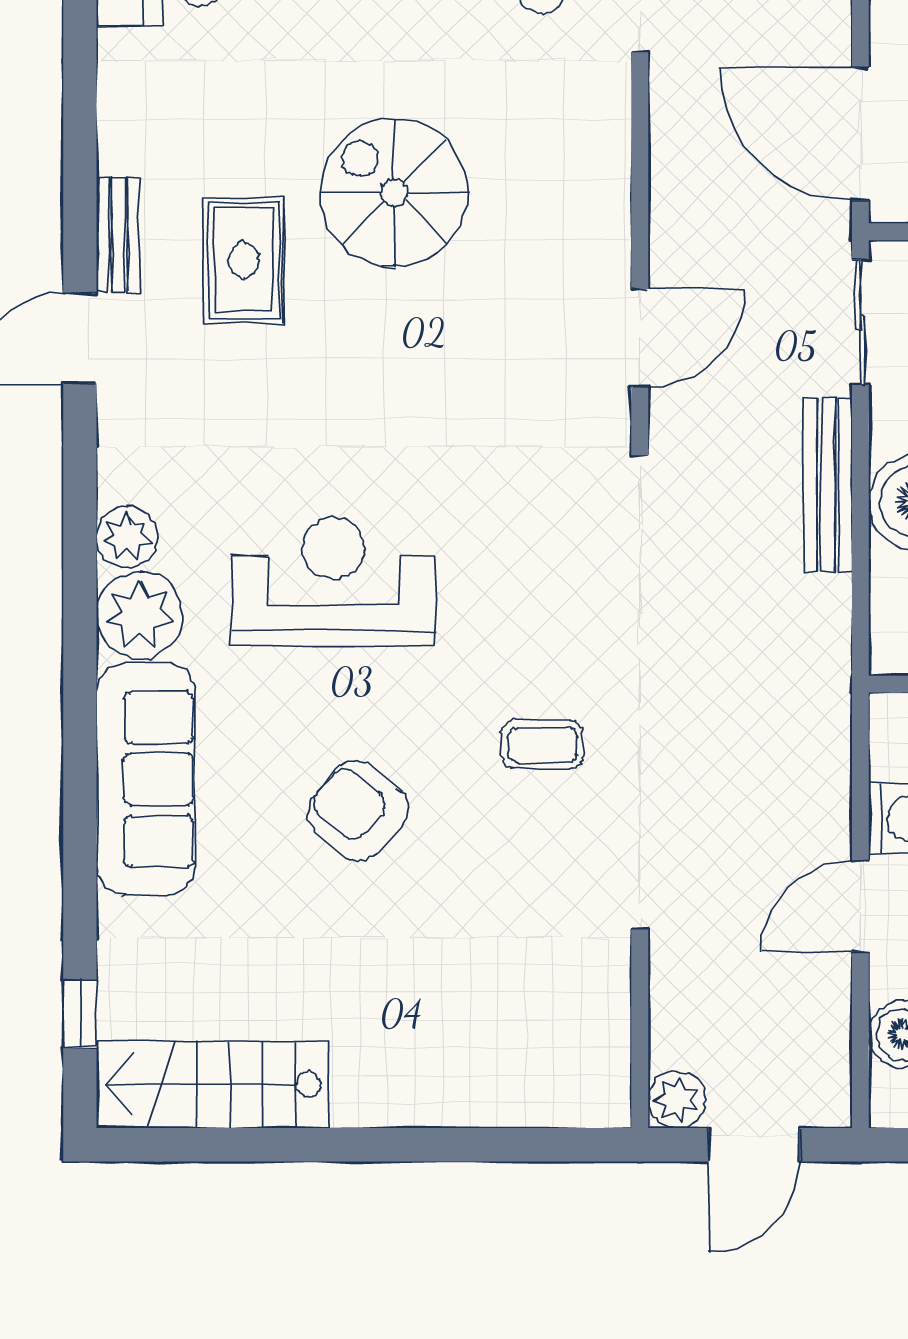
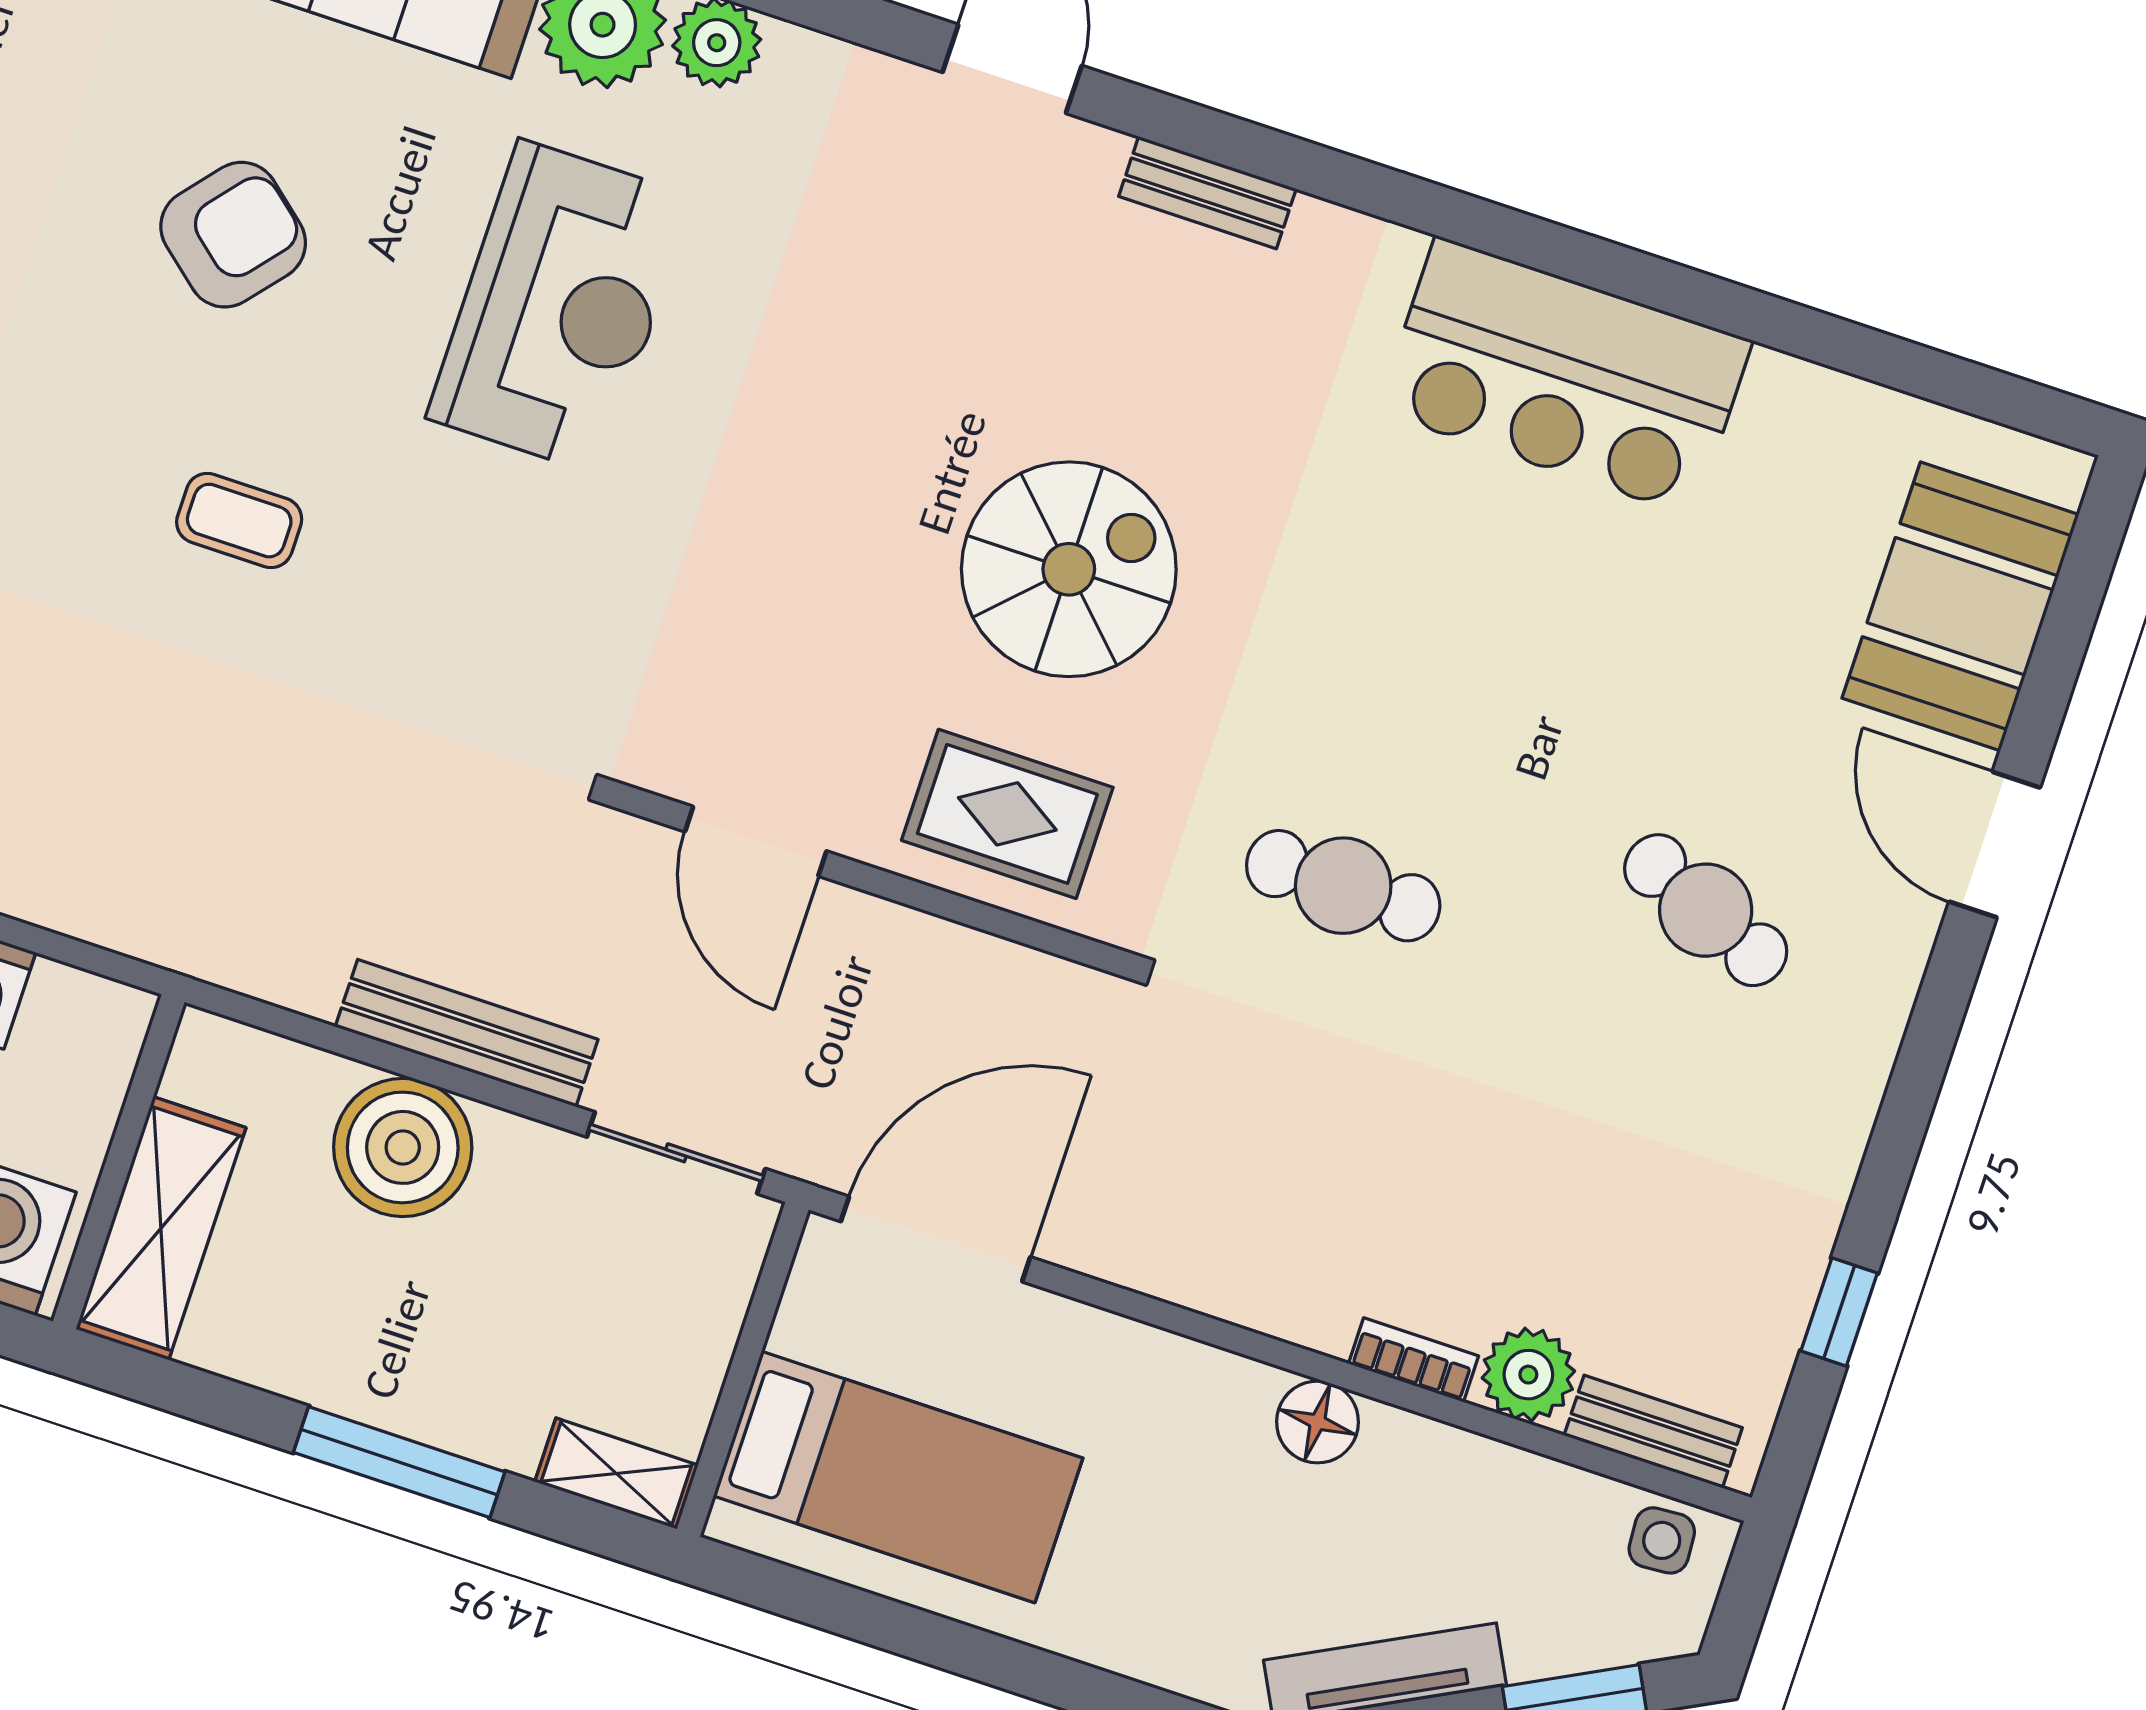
bench: (118, 235) -> (1207, 193), moved
rug: (244, 260) -> (1007, 814), moved
coffee table: (543, 745) -> (239, 521), turned 90

